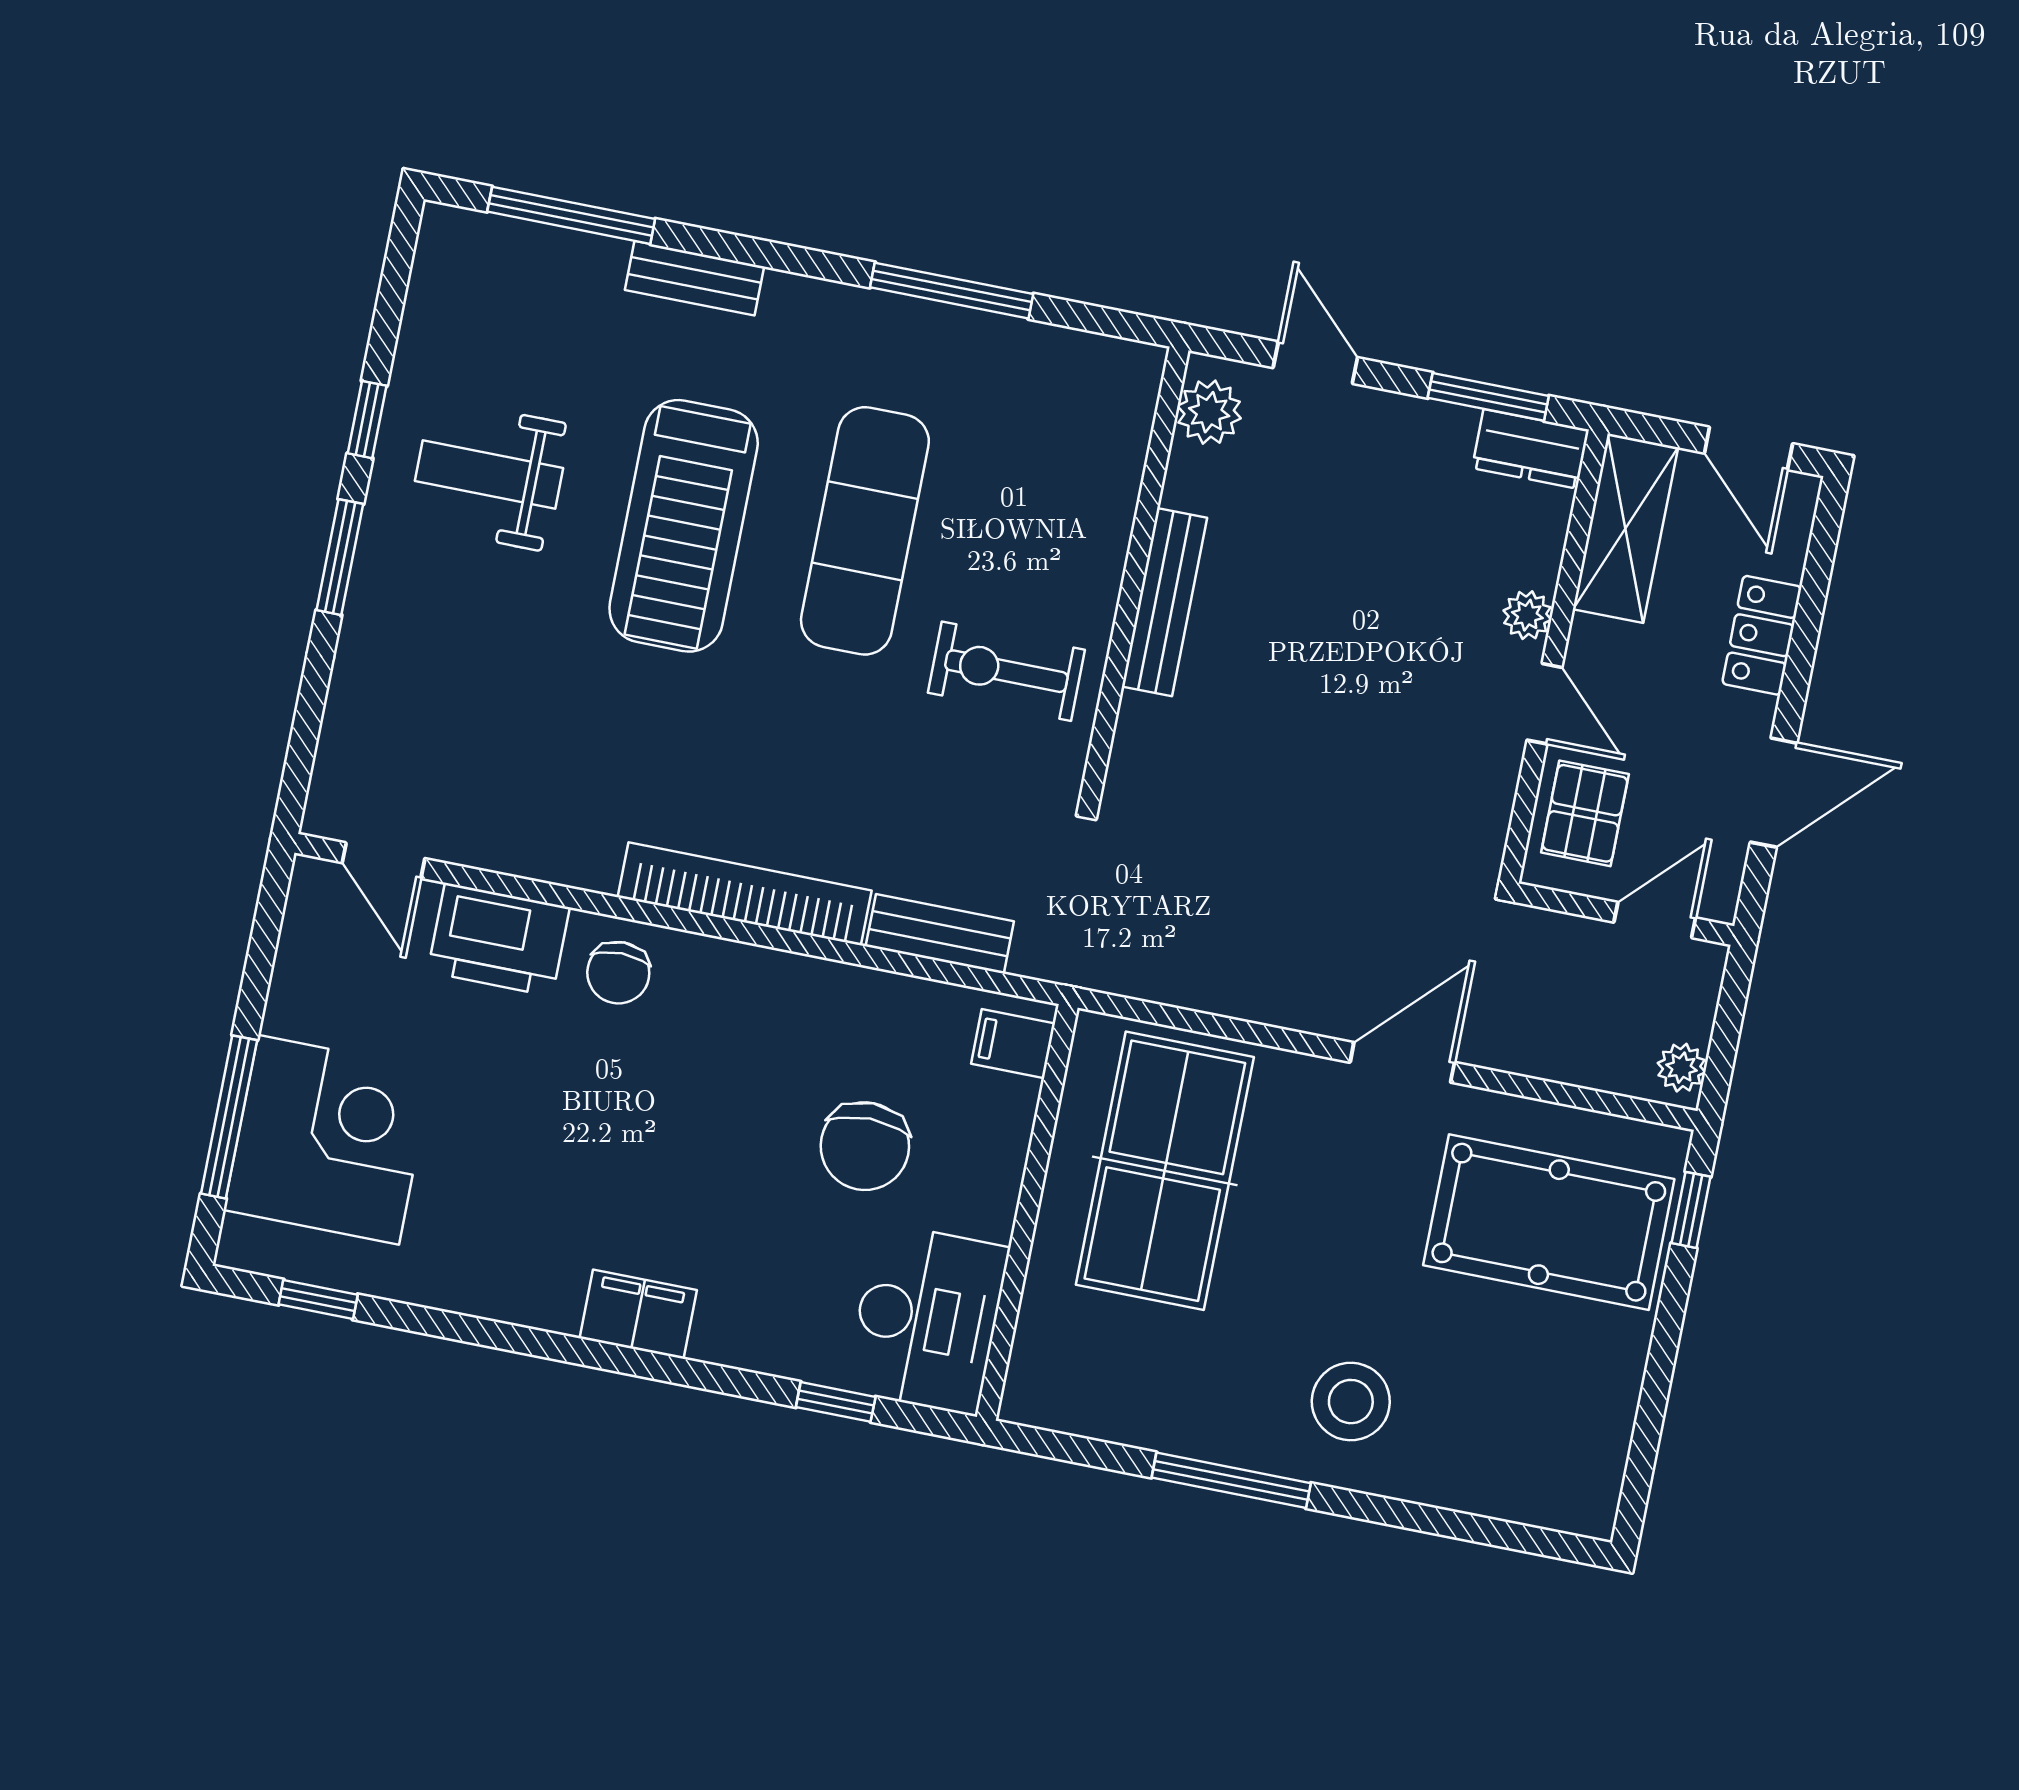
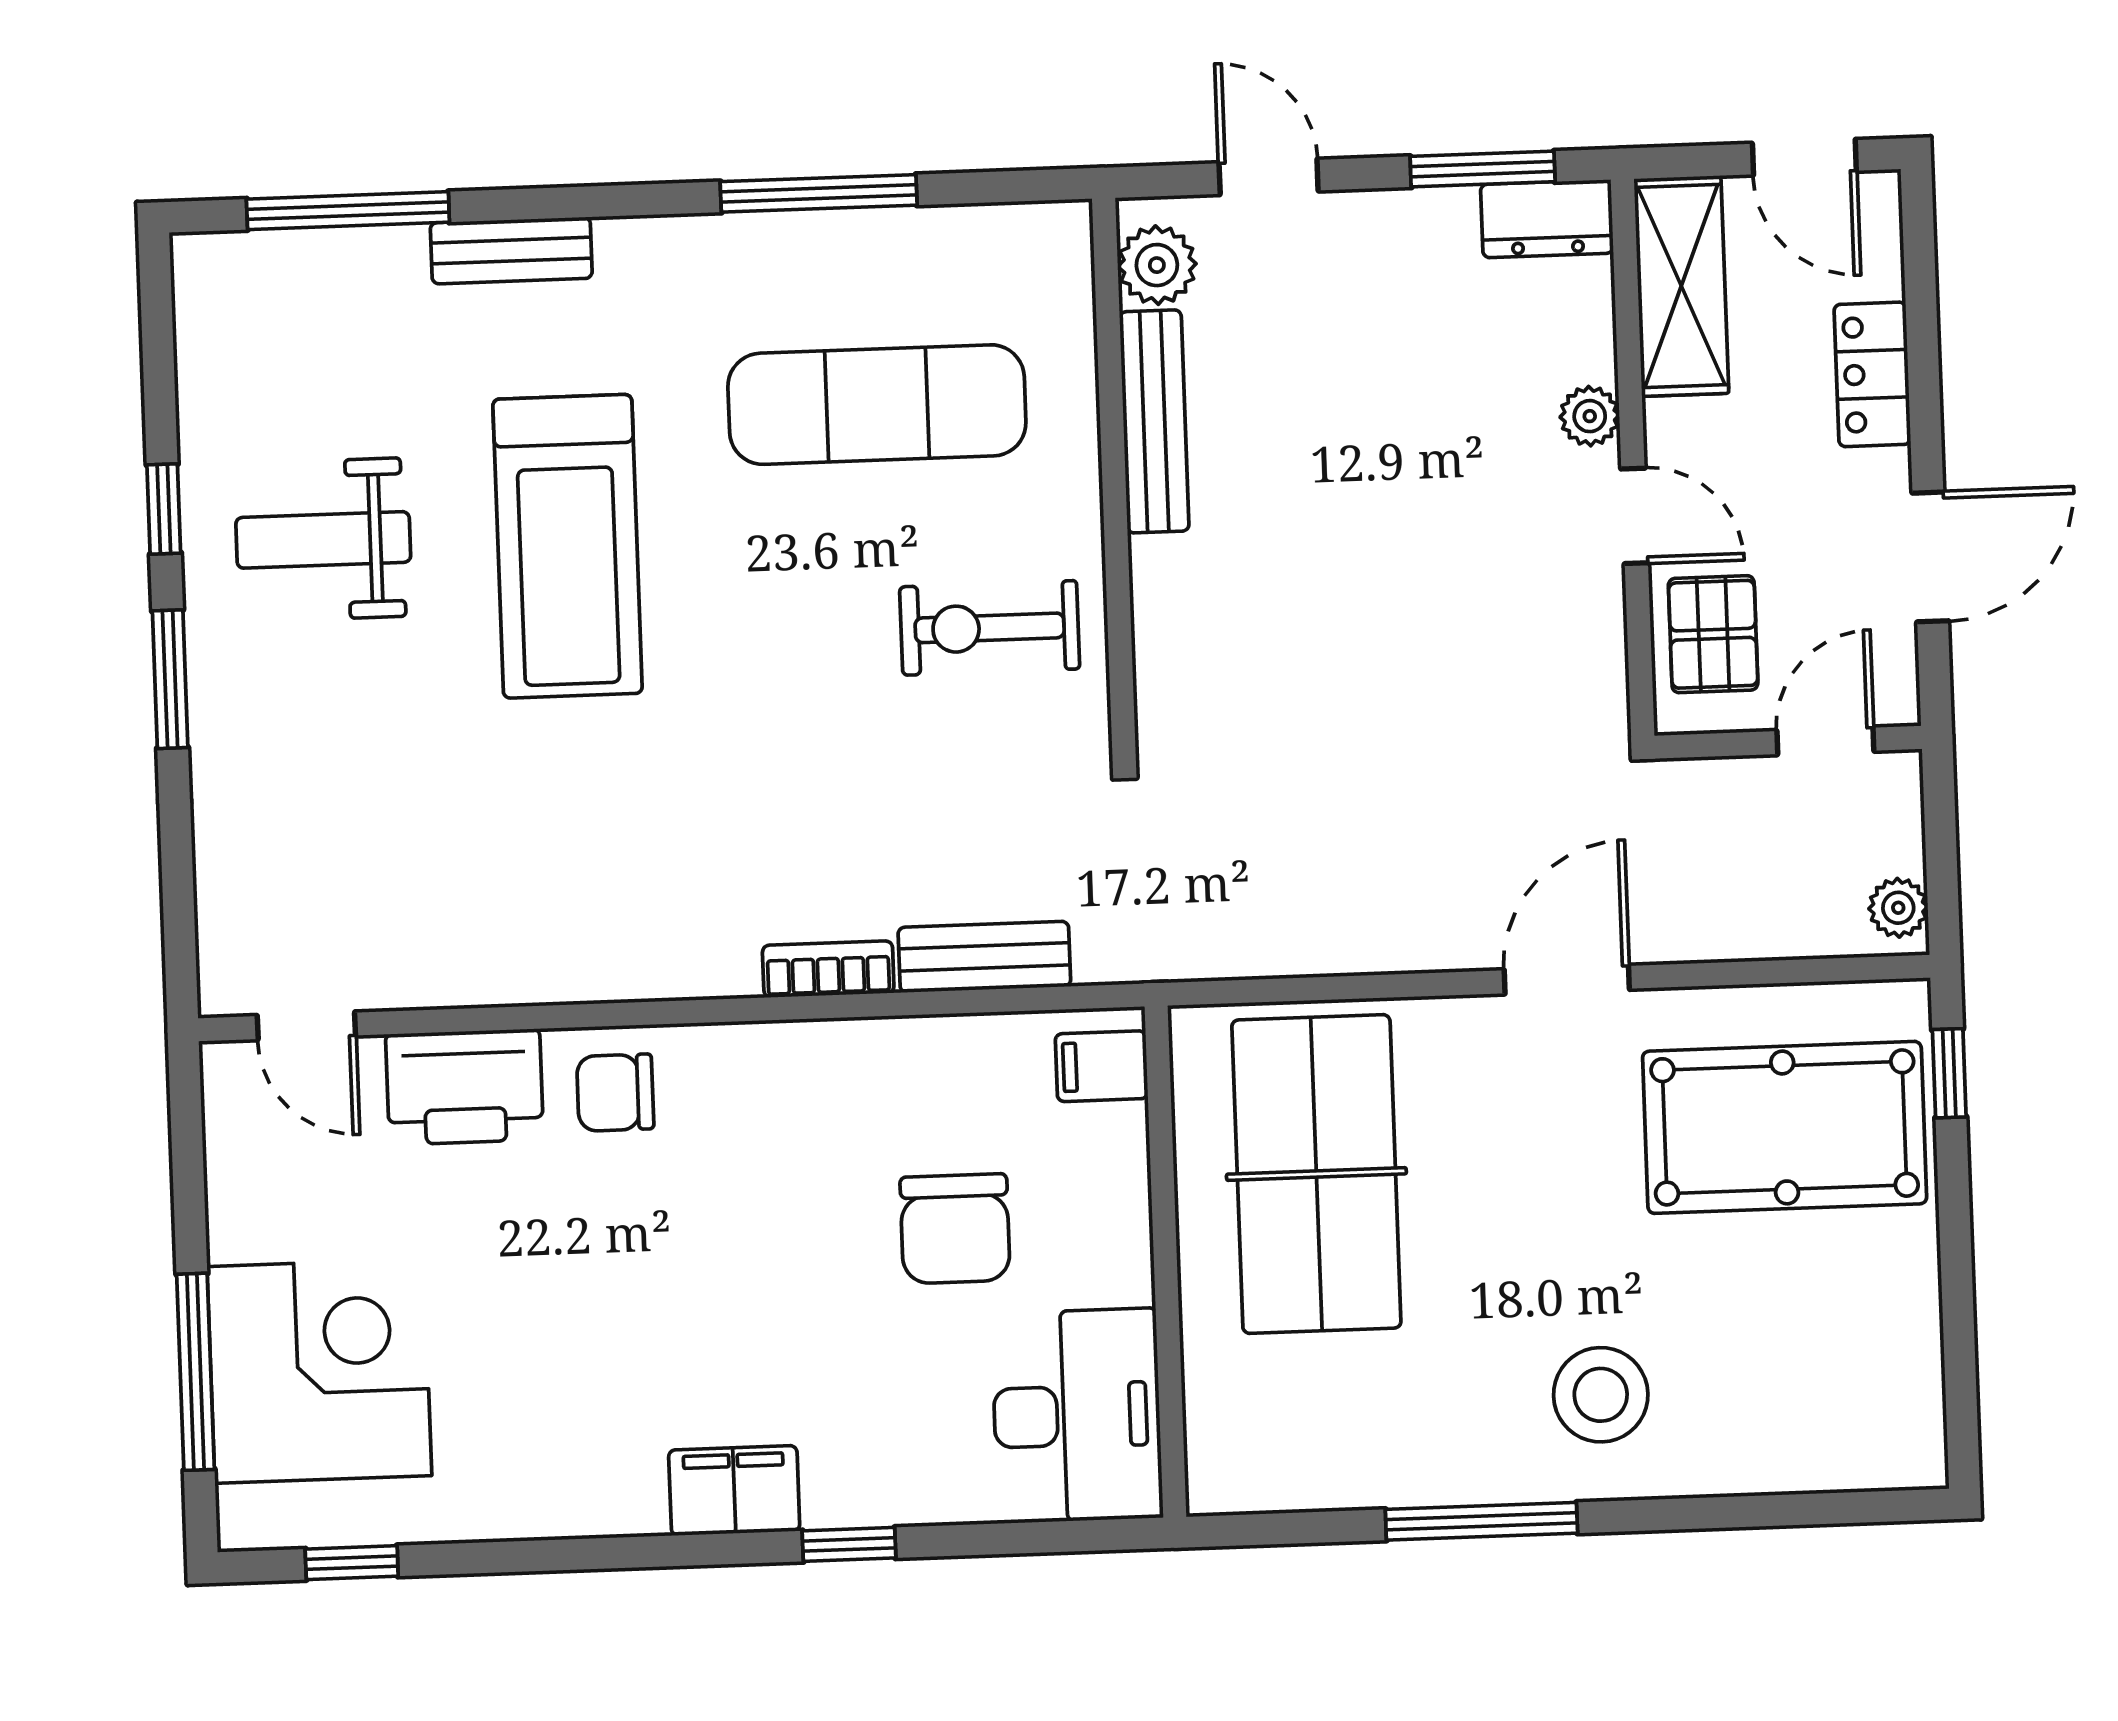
exercise mat: (865, 531) -> (877, 405), moved, turned 90
bench: (1164, 602) -> (1154, 421), moved
bookcase: (745, 894) -> (828, 969), width x0.43, depth x0.76
chair: (618, 973) -> (615, 1093), turned 90
window: (836, 1402) -> (849, 1544), moved

